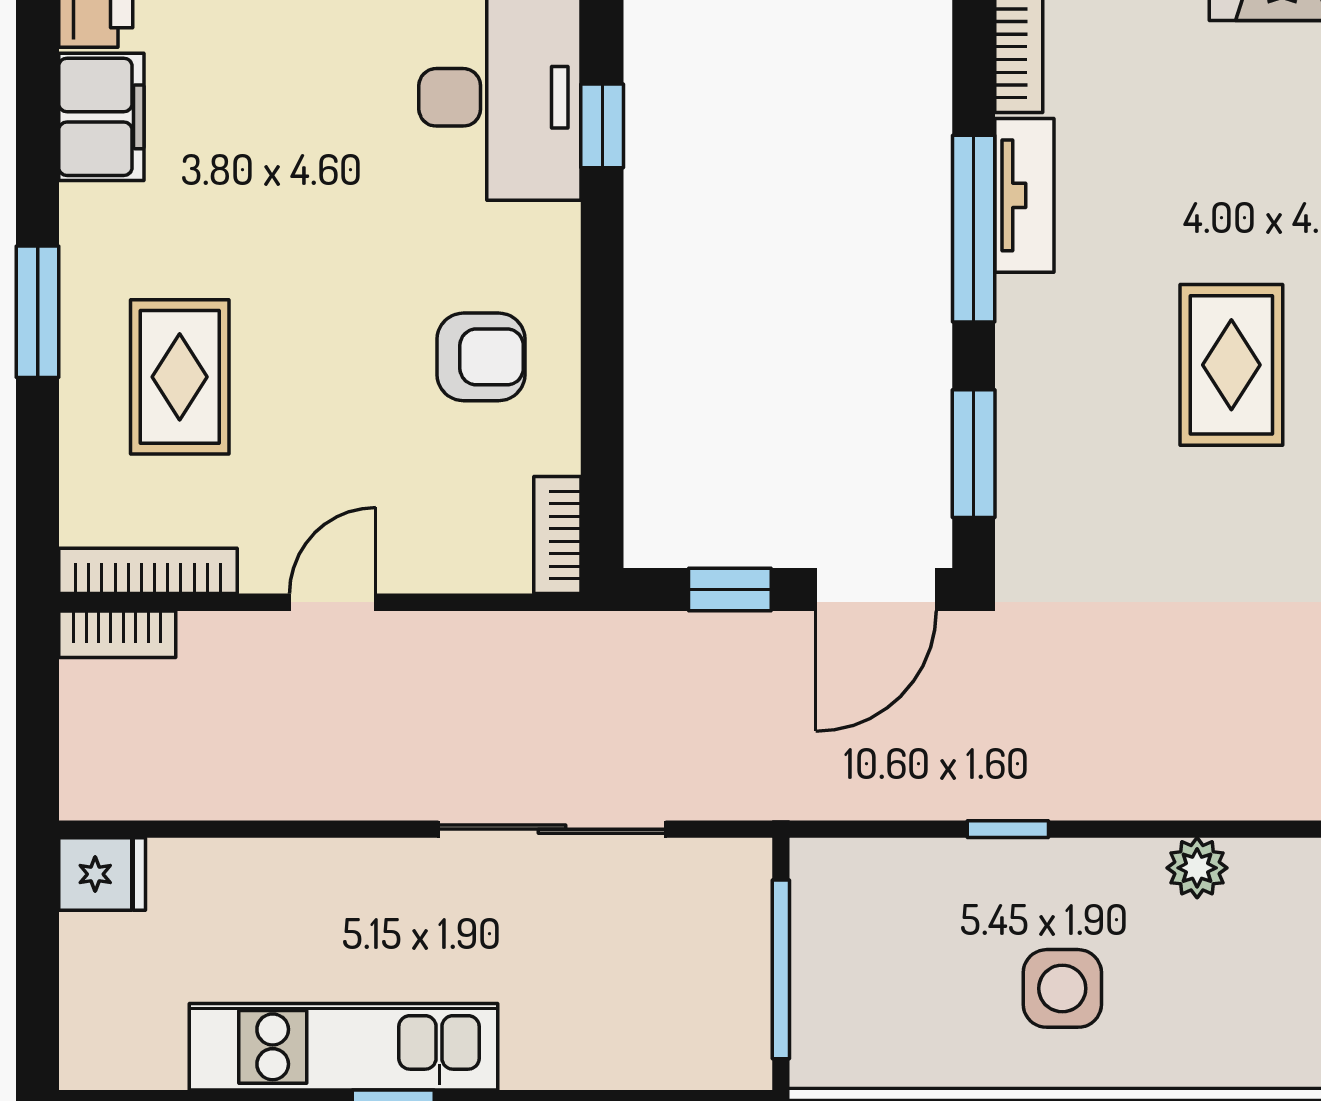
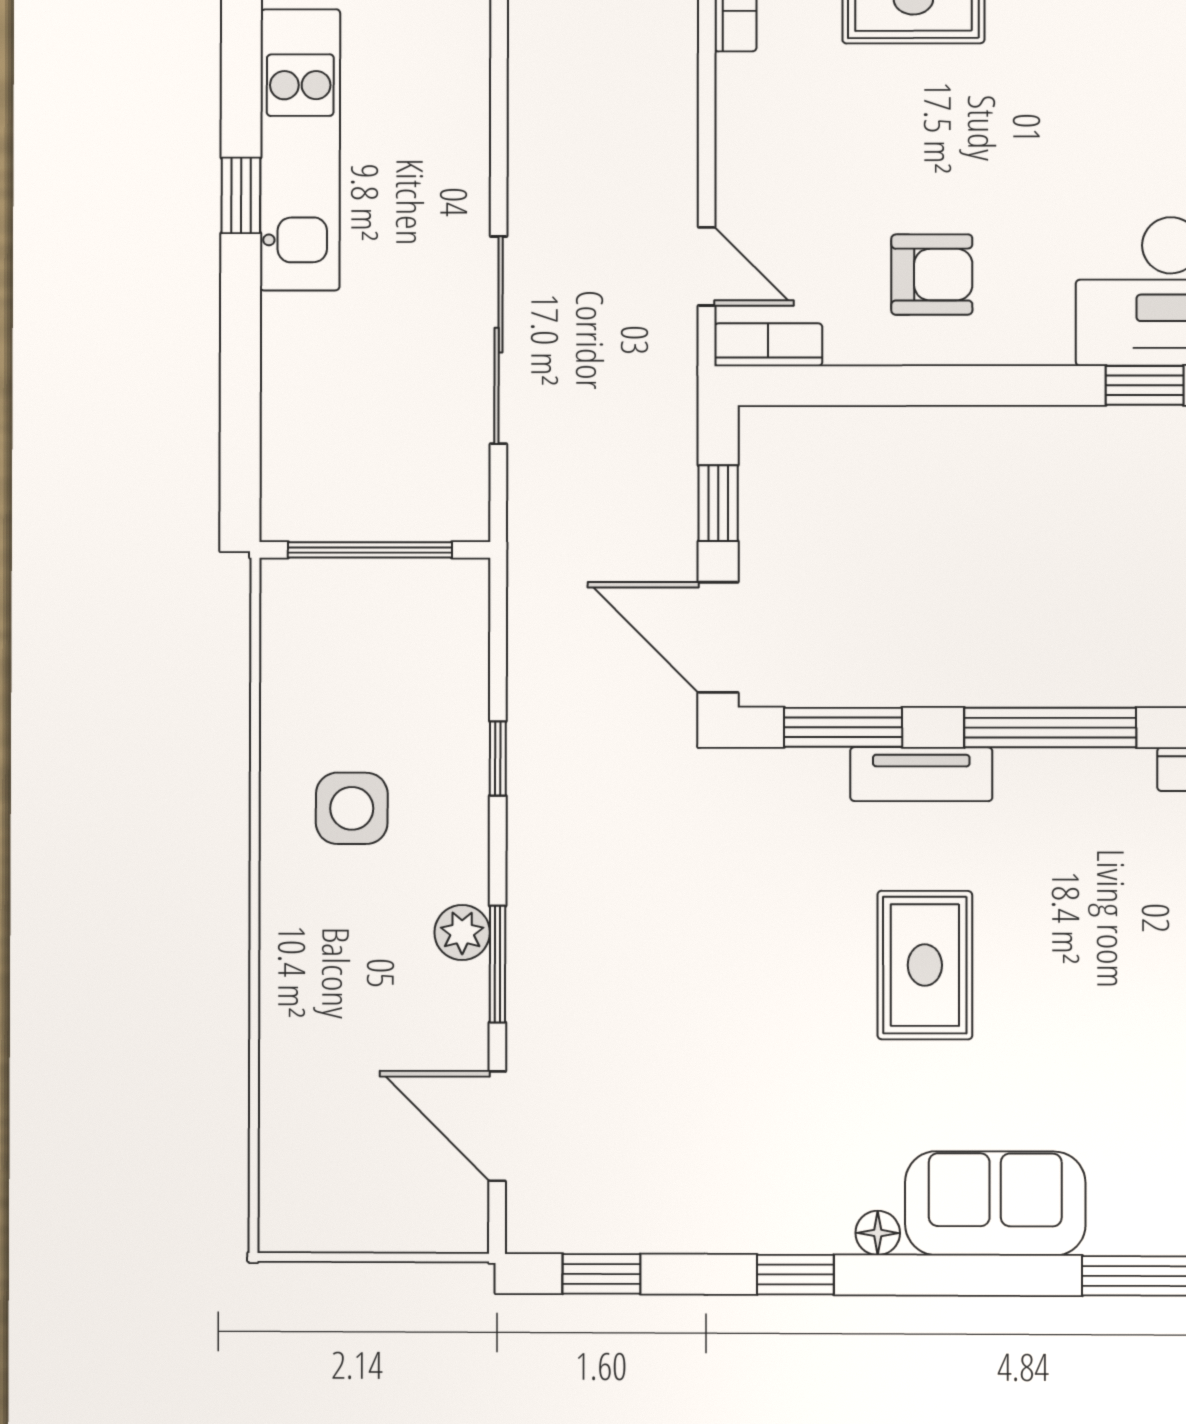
tv unit: (1024, 195) -> (921, 774), moved
armchair: (481, 357) -> (932, 275), turned -90
rug: (1231, 365) -> (925, 965), turned 90
door: (333, 602) -> (707, 266), moved
window: (1231, 829) -> (498, 964), added

